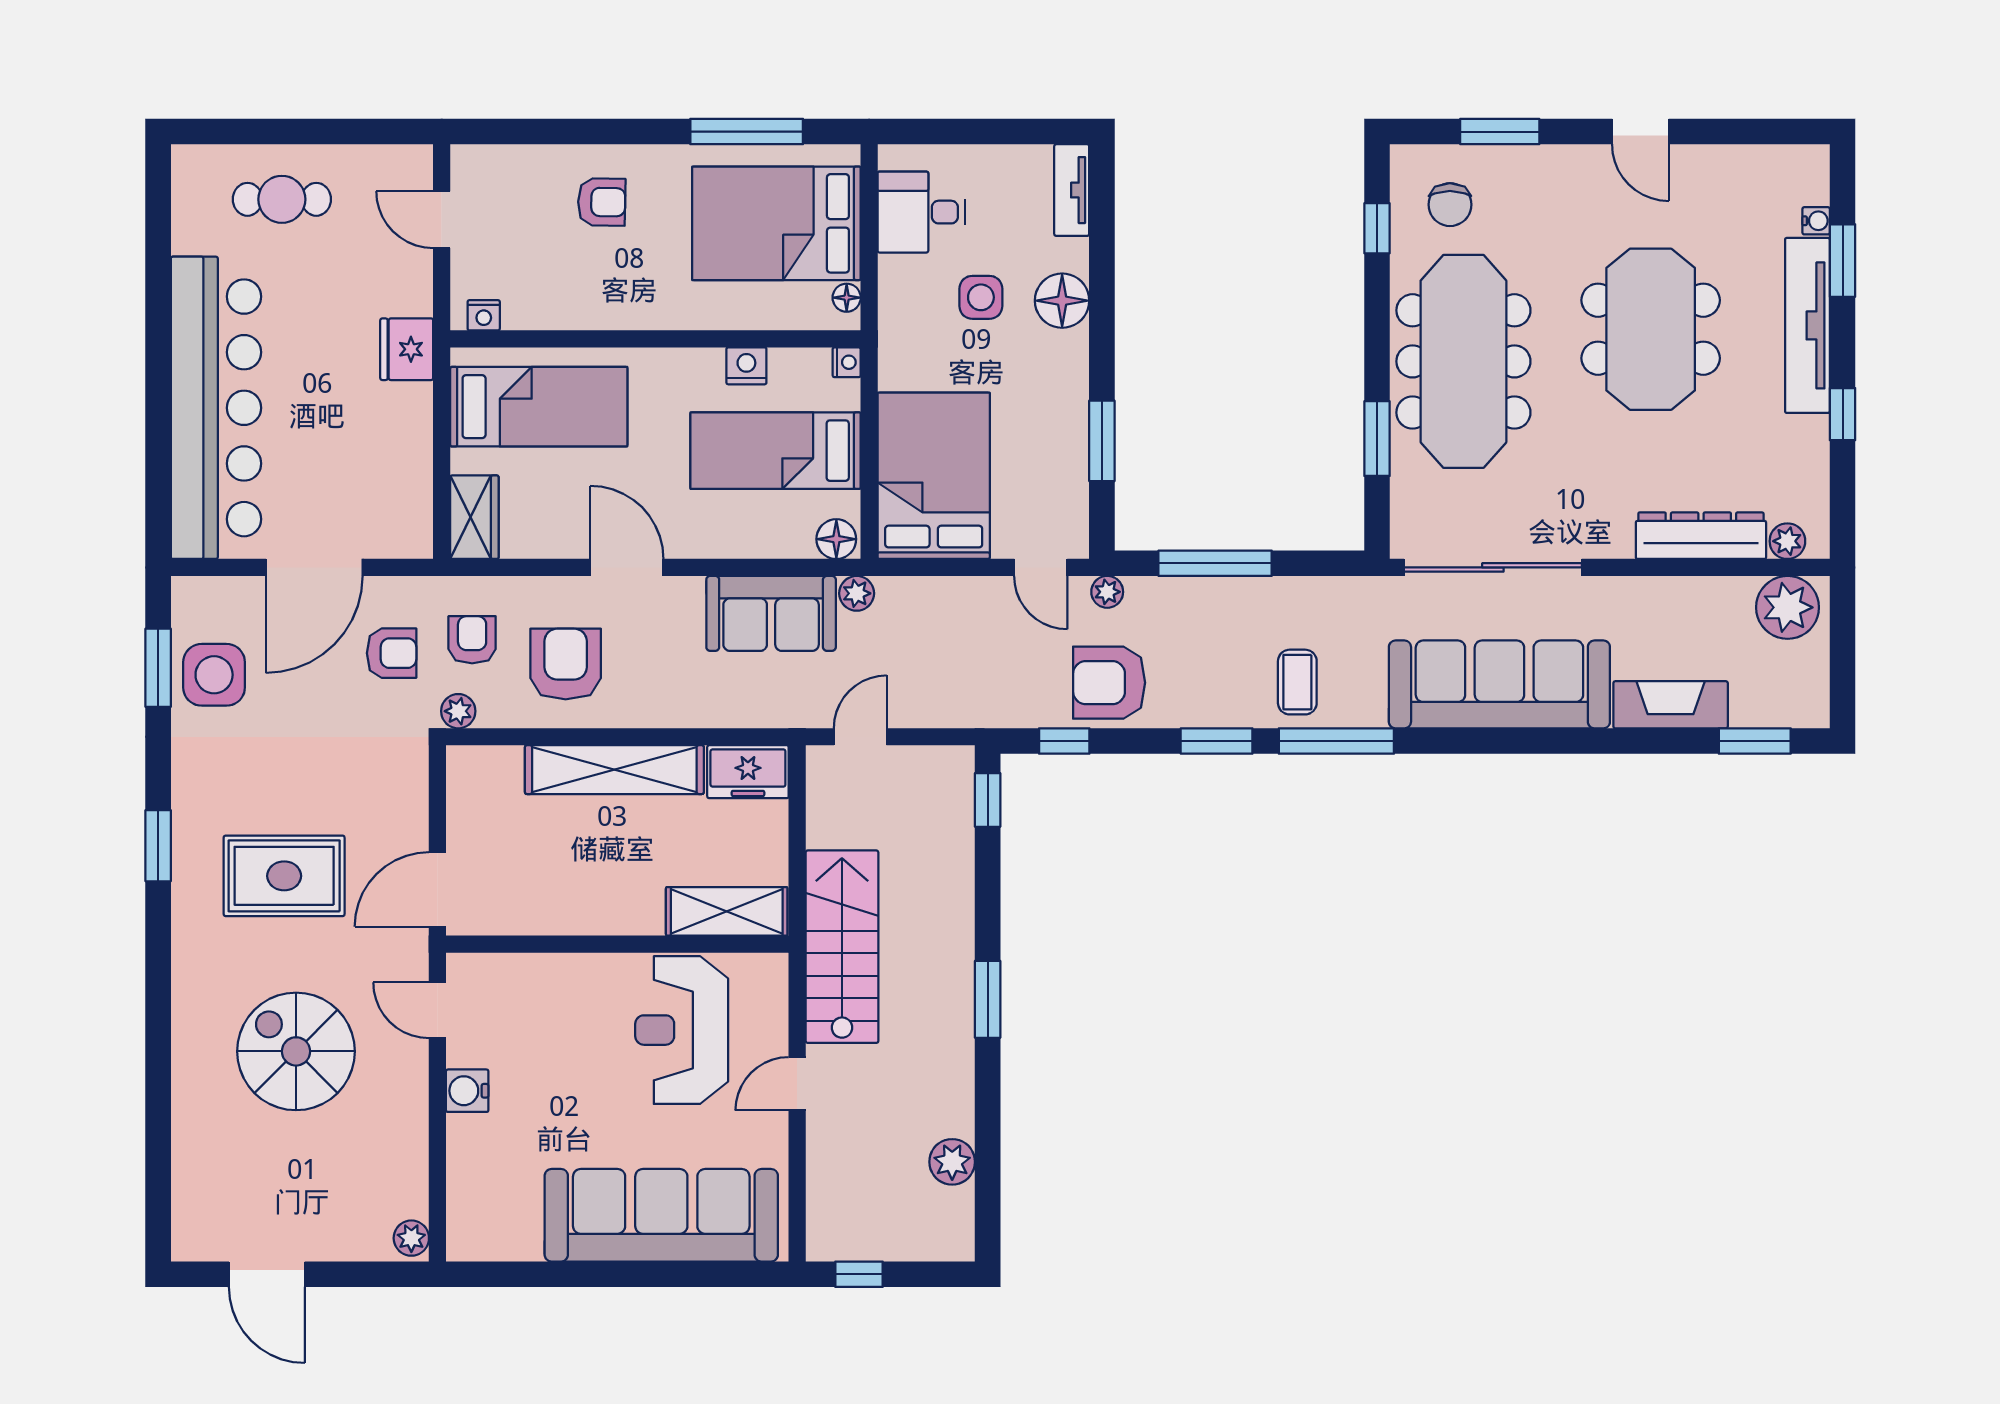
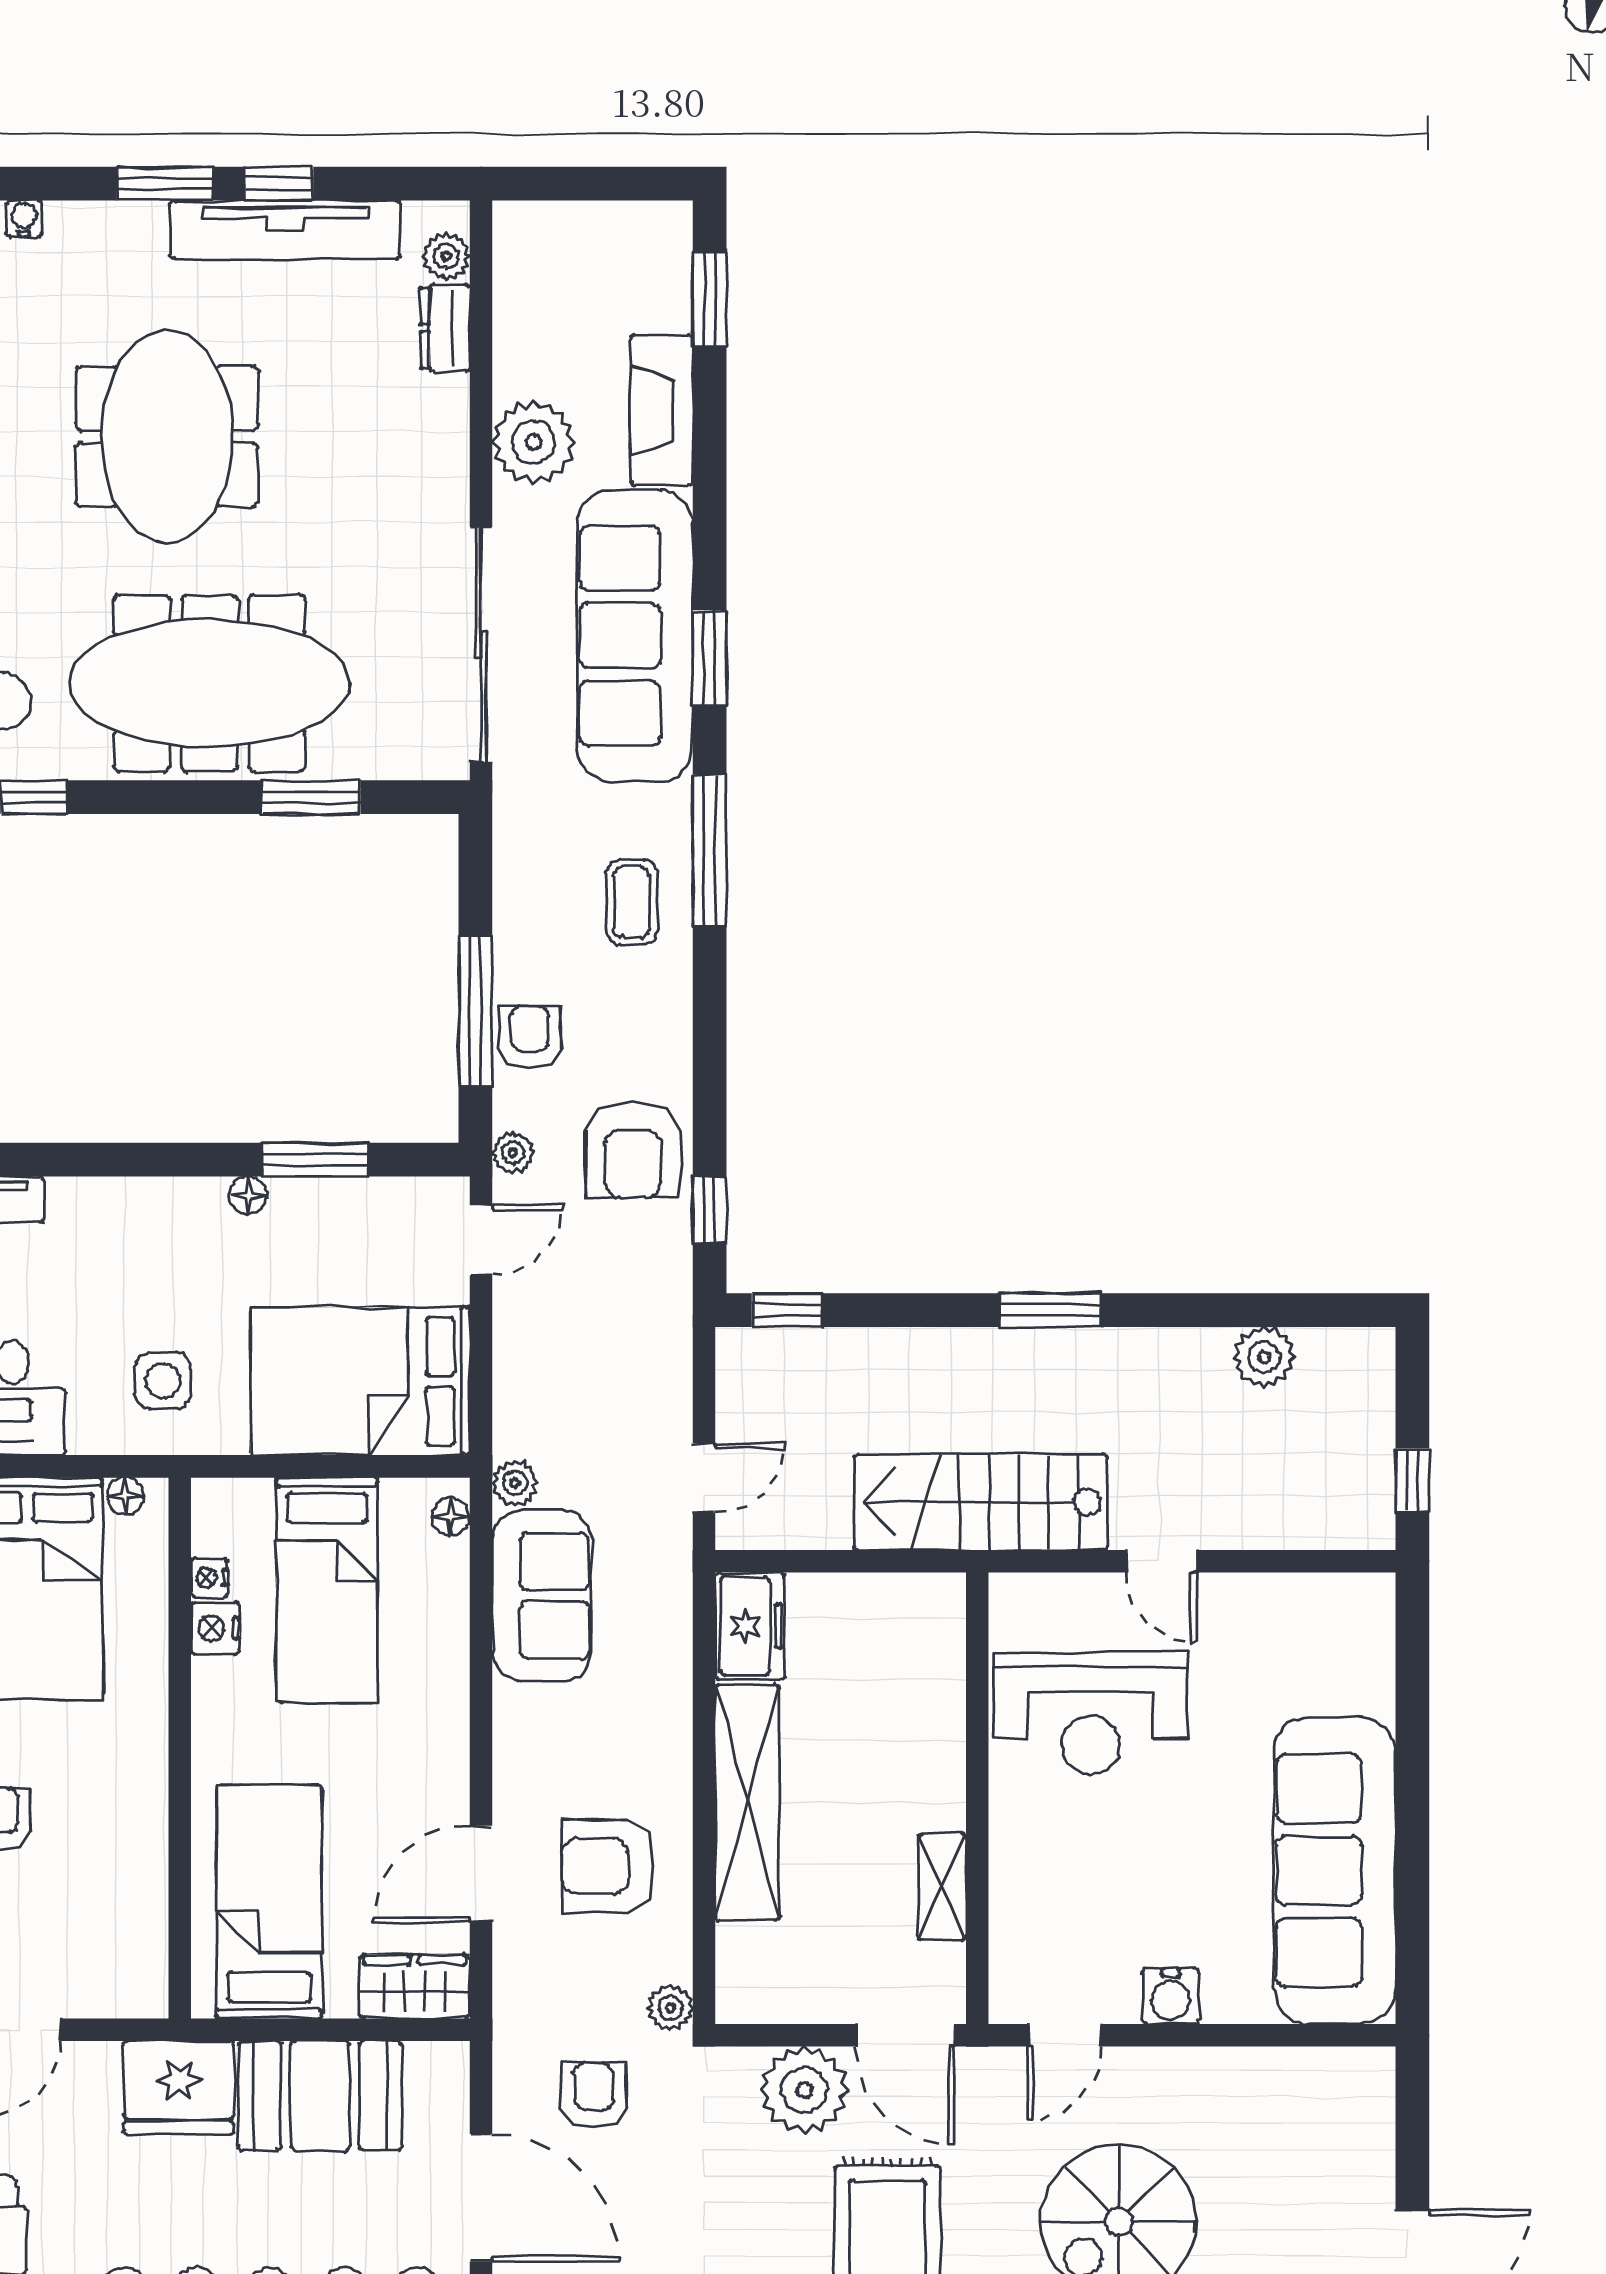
window: (1843, 261) -> (165, 184), moved
side table: (981, 297) -> (163, 1381), moved
floor lamp: (1062, 301) -> (248, 1195), moved, width x0.53, depth x0.53
nightstand: (484, 315) -> (149, 1974), removed
tv unit: (1807, 325) -> (285, 230), moved
meeting table: (1651, 329) -> (167, 437), turned 90
fridge: (407, 349) -> (179, 2088), width x1.36, depth x1.34
nightstand: (847, 362) -> (209, 1578), moved, turned -90
booth: (392, 445) -> (320, 2096), added
dresser: (1701, 536) -> (445, 328), width x0.51, depth x0.80
floor lamp: (836, 539) -> (451, 1517), width x0.73, depth x0.73
door: (627, 567) -> (481, 1874), moved
plant: (1788, 607) -> (534, 442), moved
armchair: (472, 640) -> (529, 1037), moved, turned 90
coffee table: (1297, 682) -> (632, 902), turned 90
door: (860, 737) -> (704, 1478), swing flipped
window: (1217, 741) -> (710, 658), moved
shelving: (727, 911) -> (942, 1887), moved, width x0.67, depth x0.75
sofa: (661, 1215) -> (1335, 1870), moved
plant: (411, 1238) -> (804, 2090), moved, width x1.88, depth x1.88

